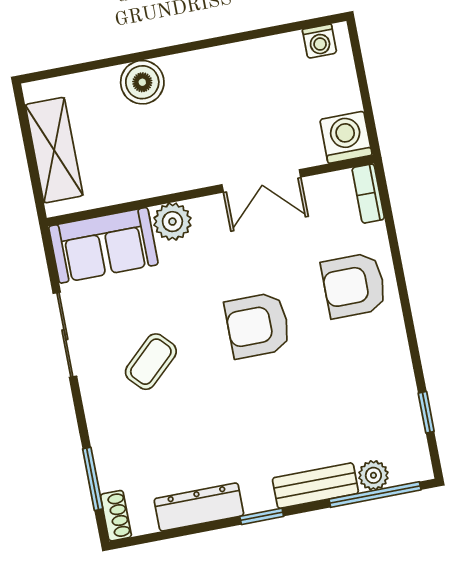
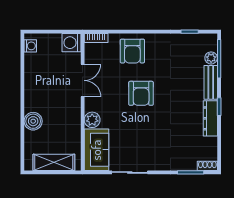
coffee table: (151, 362) -> (147, 140), removed
dresser: (199, 507) -> (210, 118), moved

